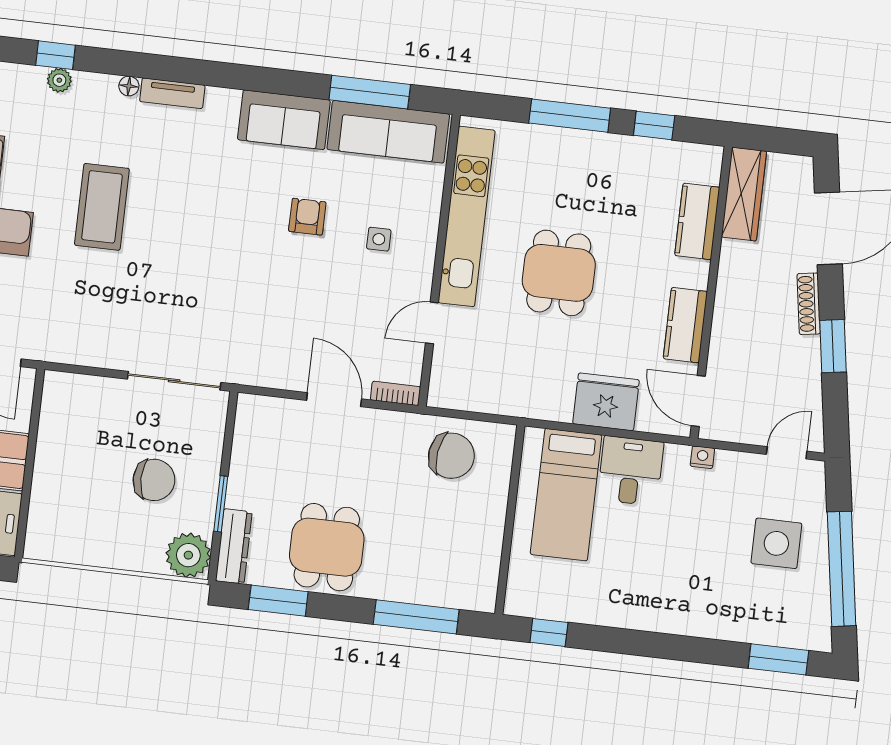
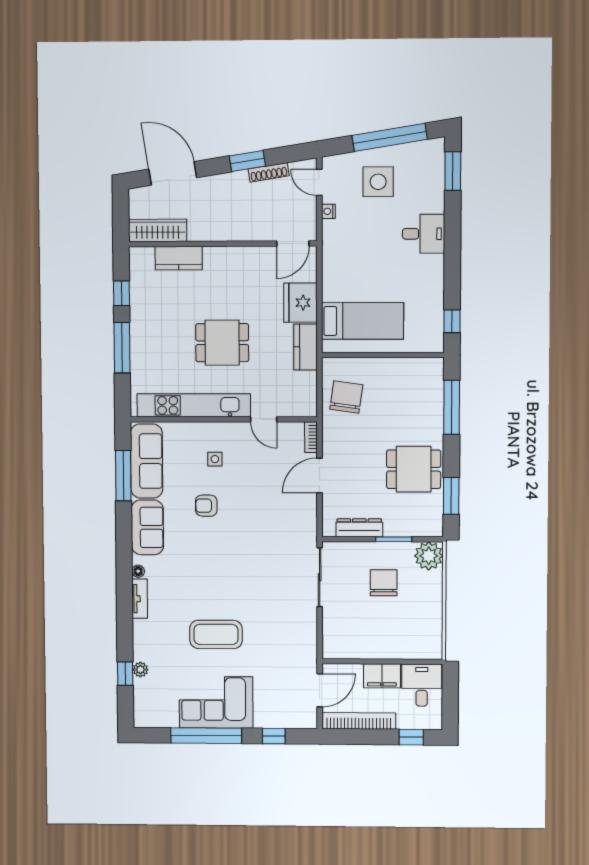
floor lamp: (129, 86) -> (138, 571), moved
shoe rack: (809, 304) -> (269, 172), moved
kitchen counter: (685, 325) -> (305, 347), moved, turned 90
nightstand: (702, 457) -> (328, 211), moved
desk: (631, 471) -> (424, 234), moved, turned 180
dresser: (234, 546) -> (359, 528), moved

